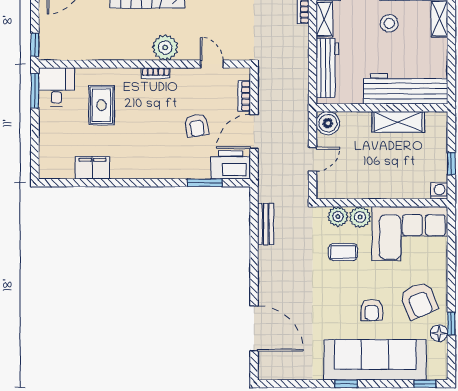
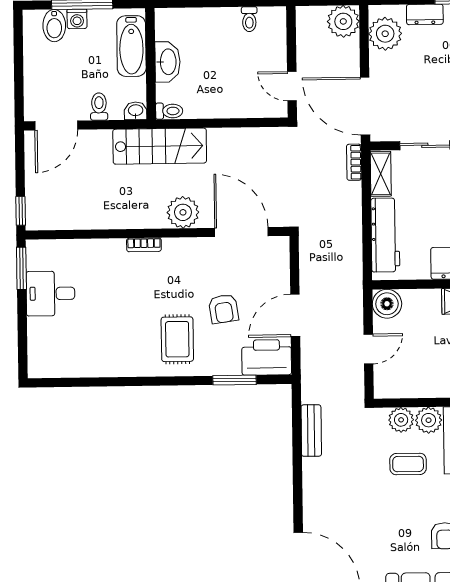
door: (212, 64) -> (241, 232), width x1.88
bookcase: (156, 73) -> (144, 245), moved
desk: (56, 87) -> (50, 294), moved, turned -90
bookcase: (244, 96) -> (282, 271), removed
rug: (102, 105) -> (177, 339), moved
filing cabinet: (92, 168) -> (95, 363), removed

